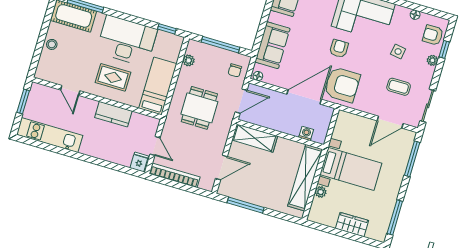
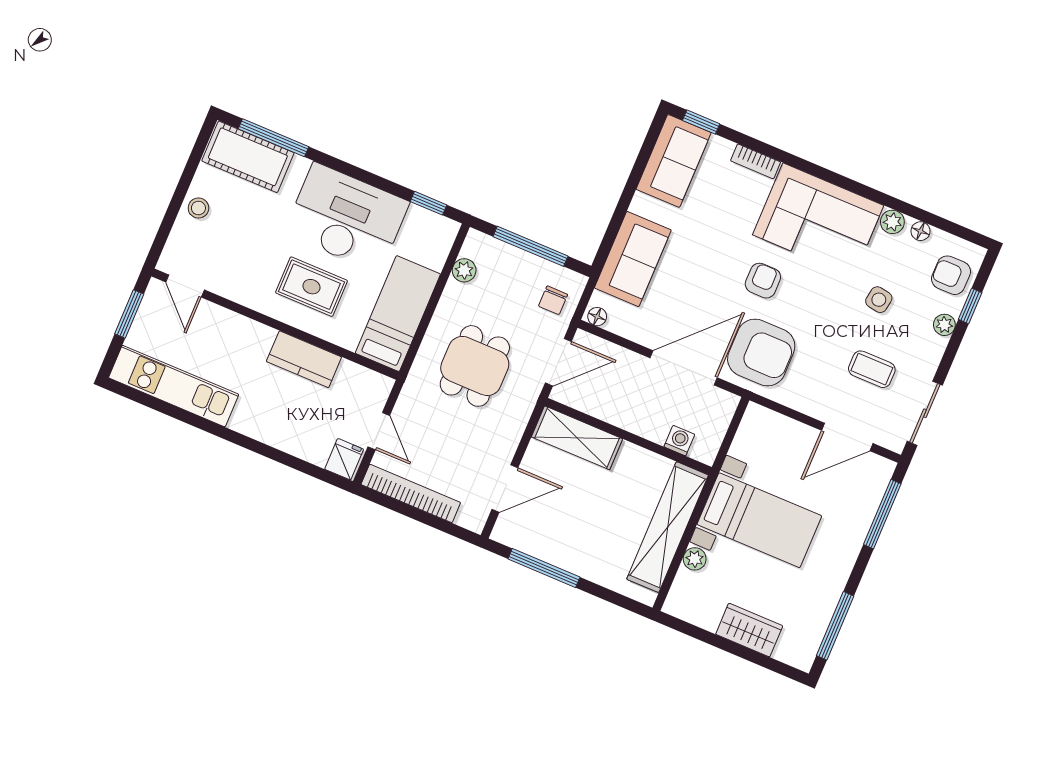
plant: (400, 12) -> (892, 222), added
door: (70, 90) -> (185, 286), moved

